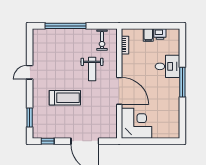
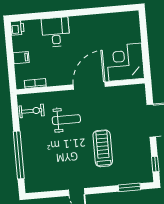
printer: (160, 34) -> (17, 28), moved
window: (182, 82) -> (73, 13), removed

